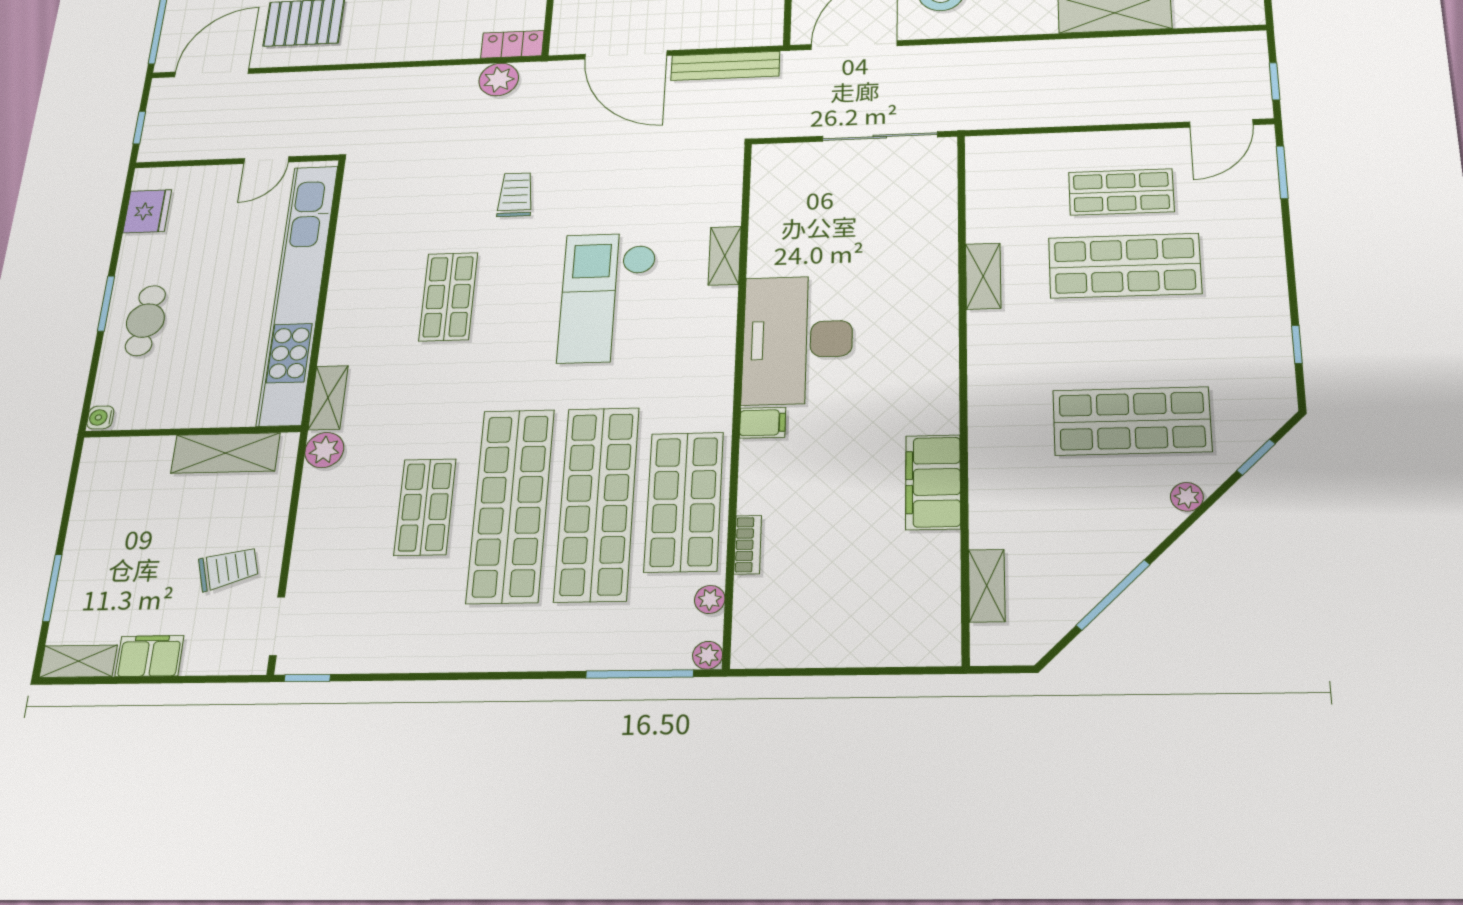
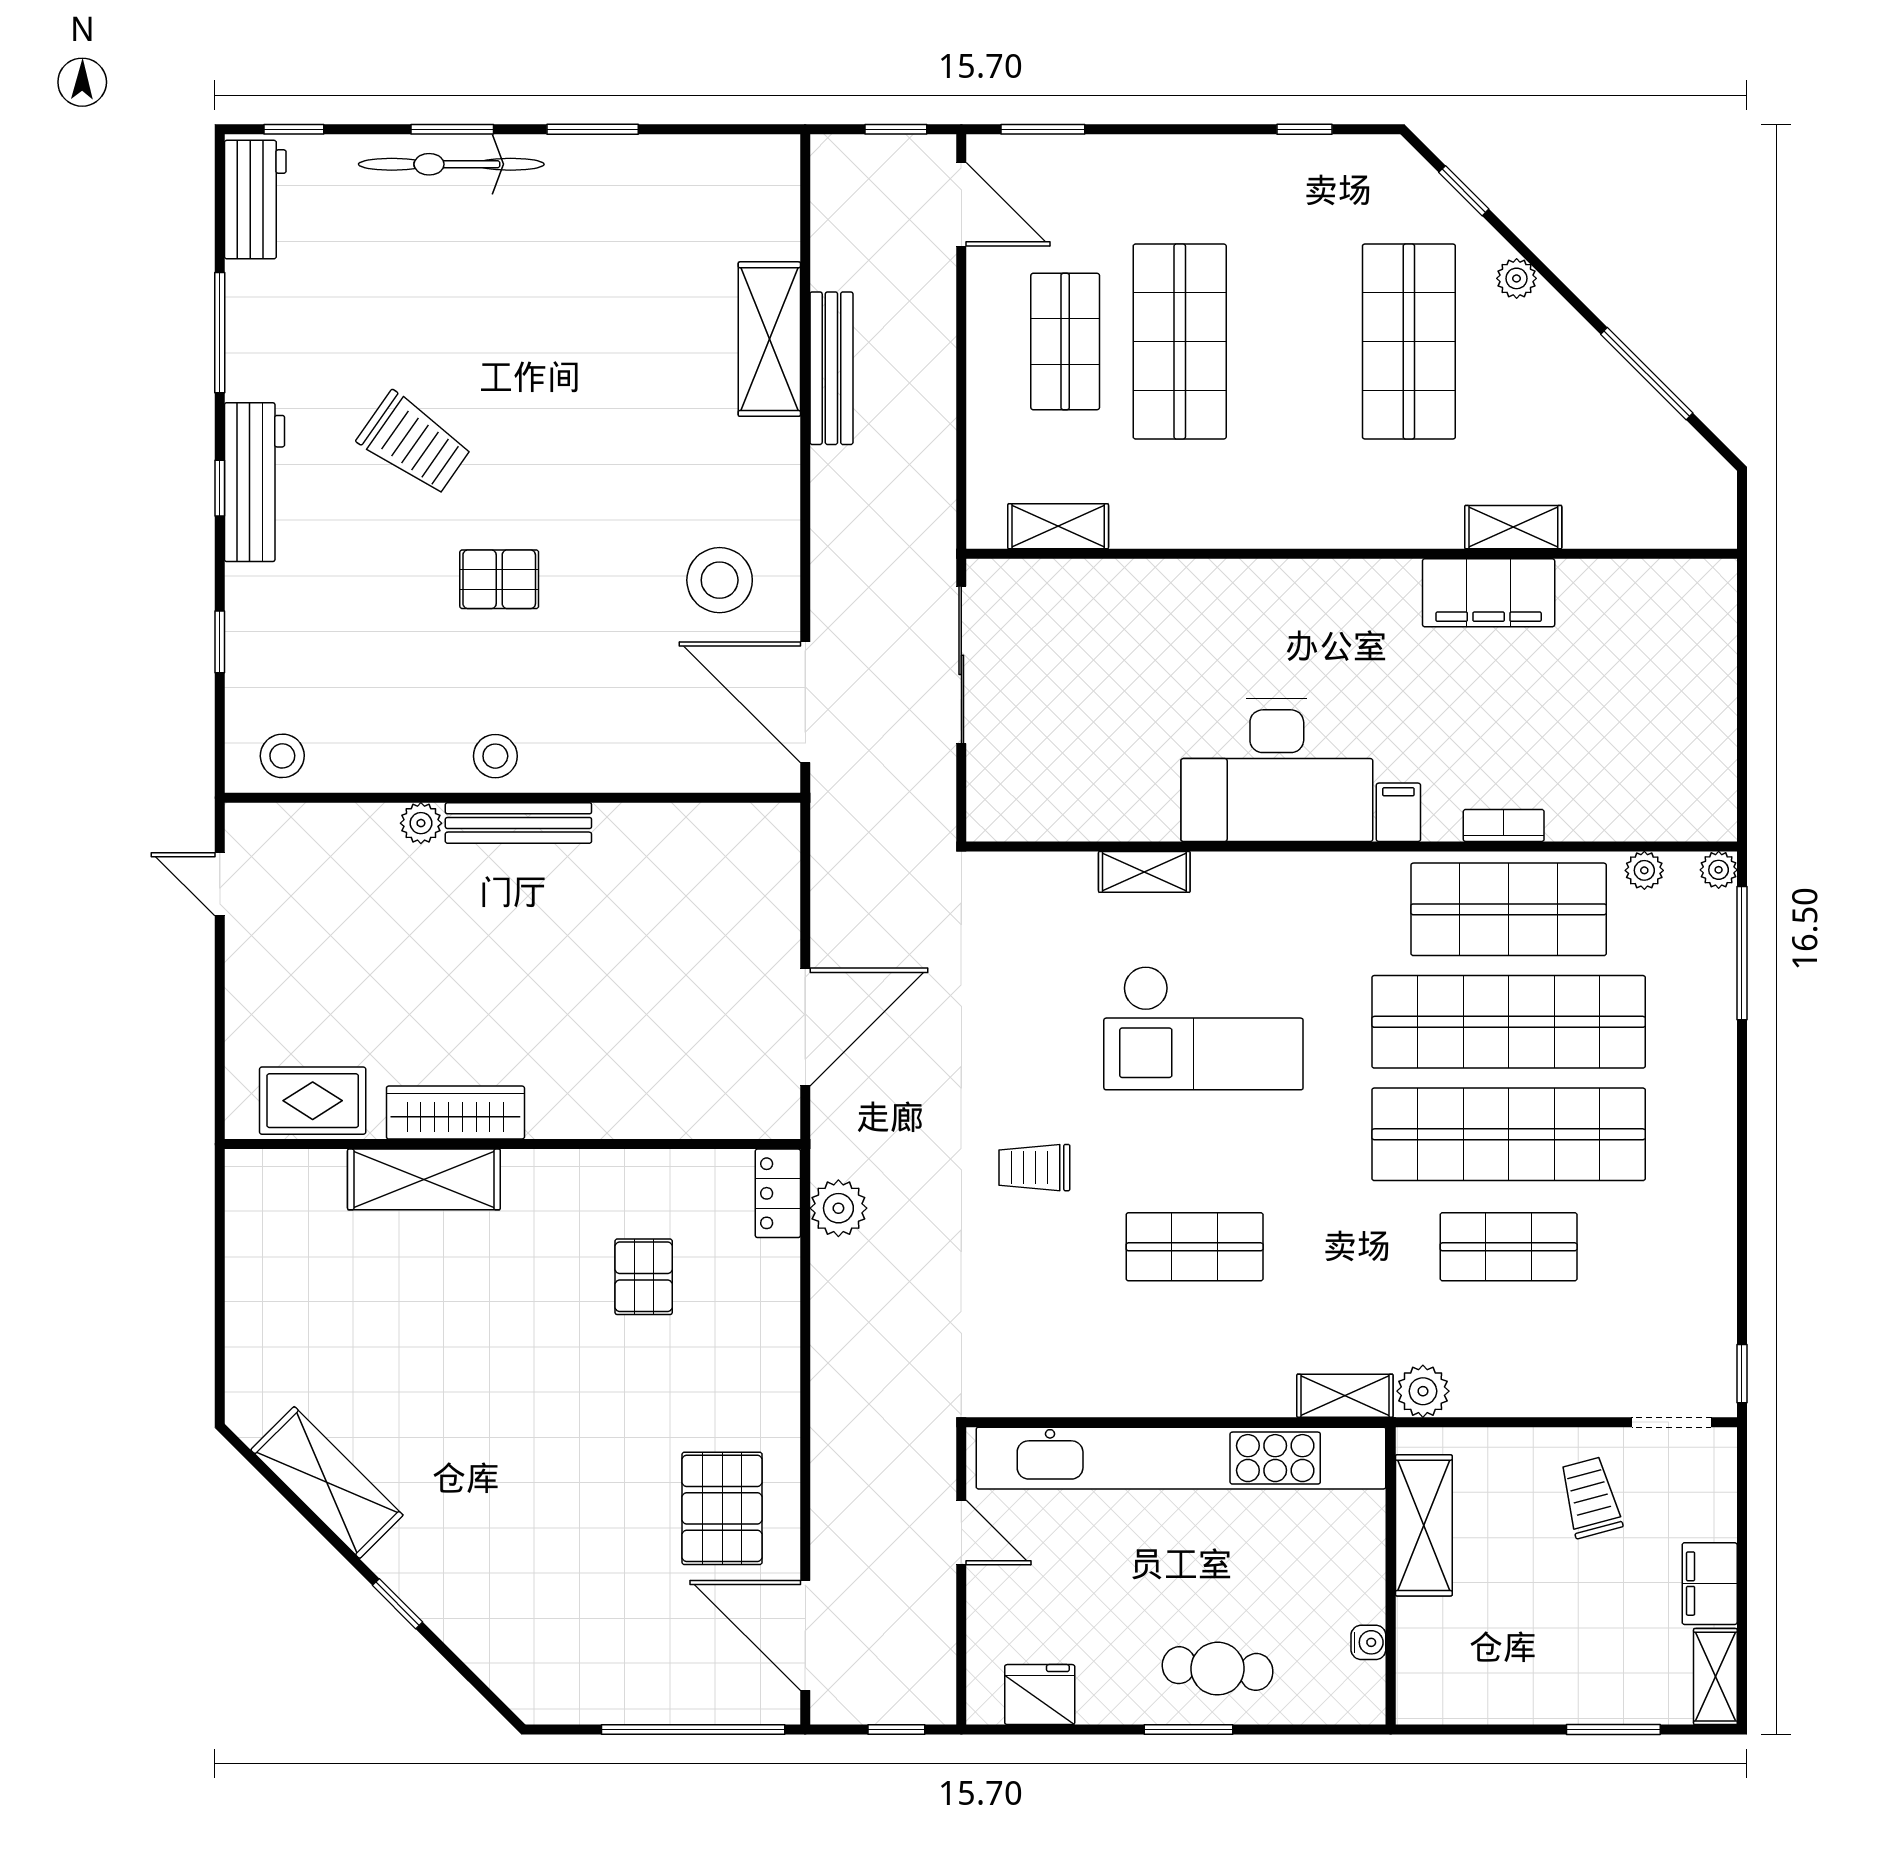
bench: (725, 66) -> (831, 368), moved
shelving: (983, 276) -> (1058, 526), moved
water cooler: (100, 417) -> (1368, 1642), moved, turned -90
bookcase: (748, 545) -> (1504, 825), moved
shelving: (987, 586) -> (1513, 527), moved

